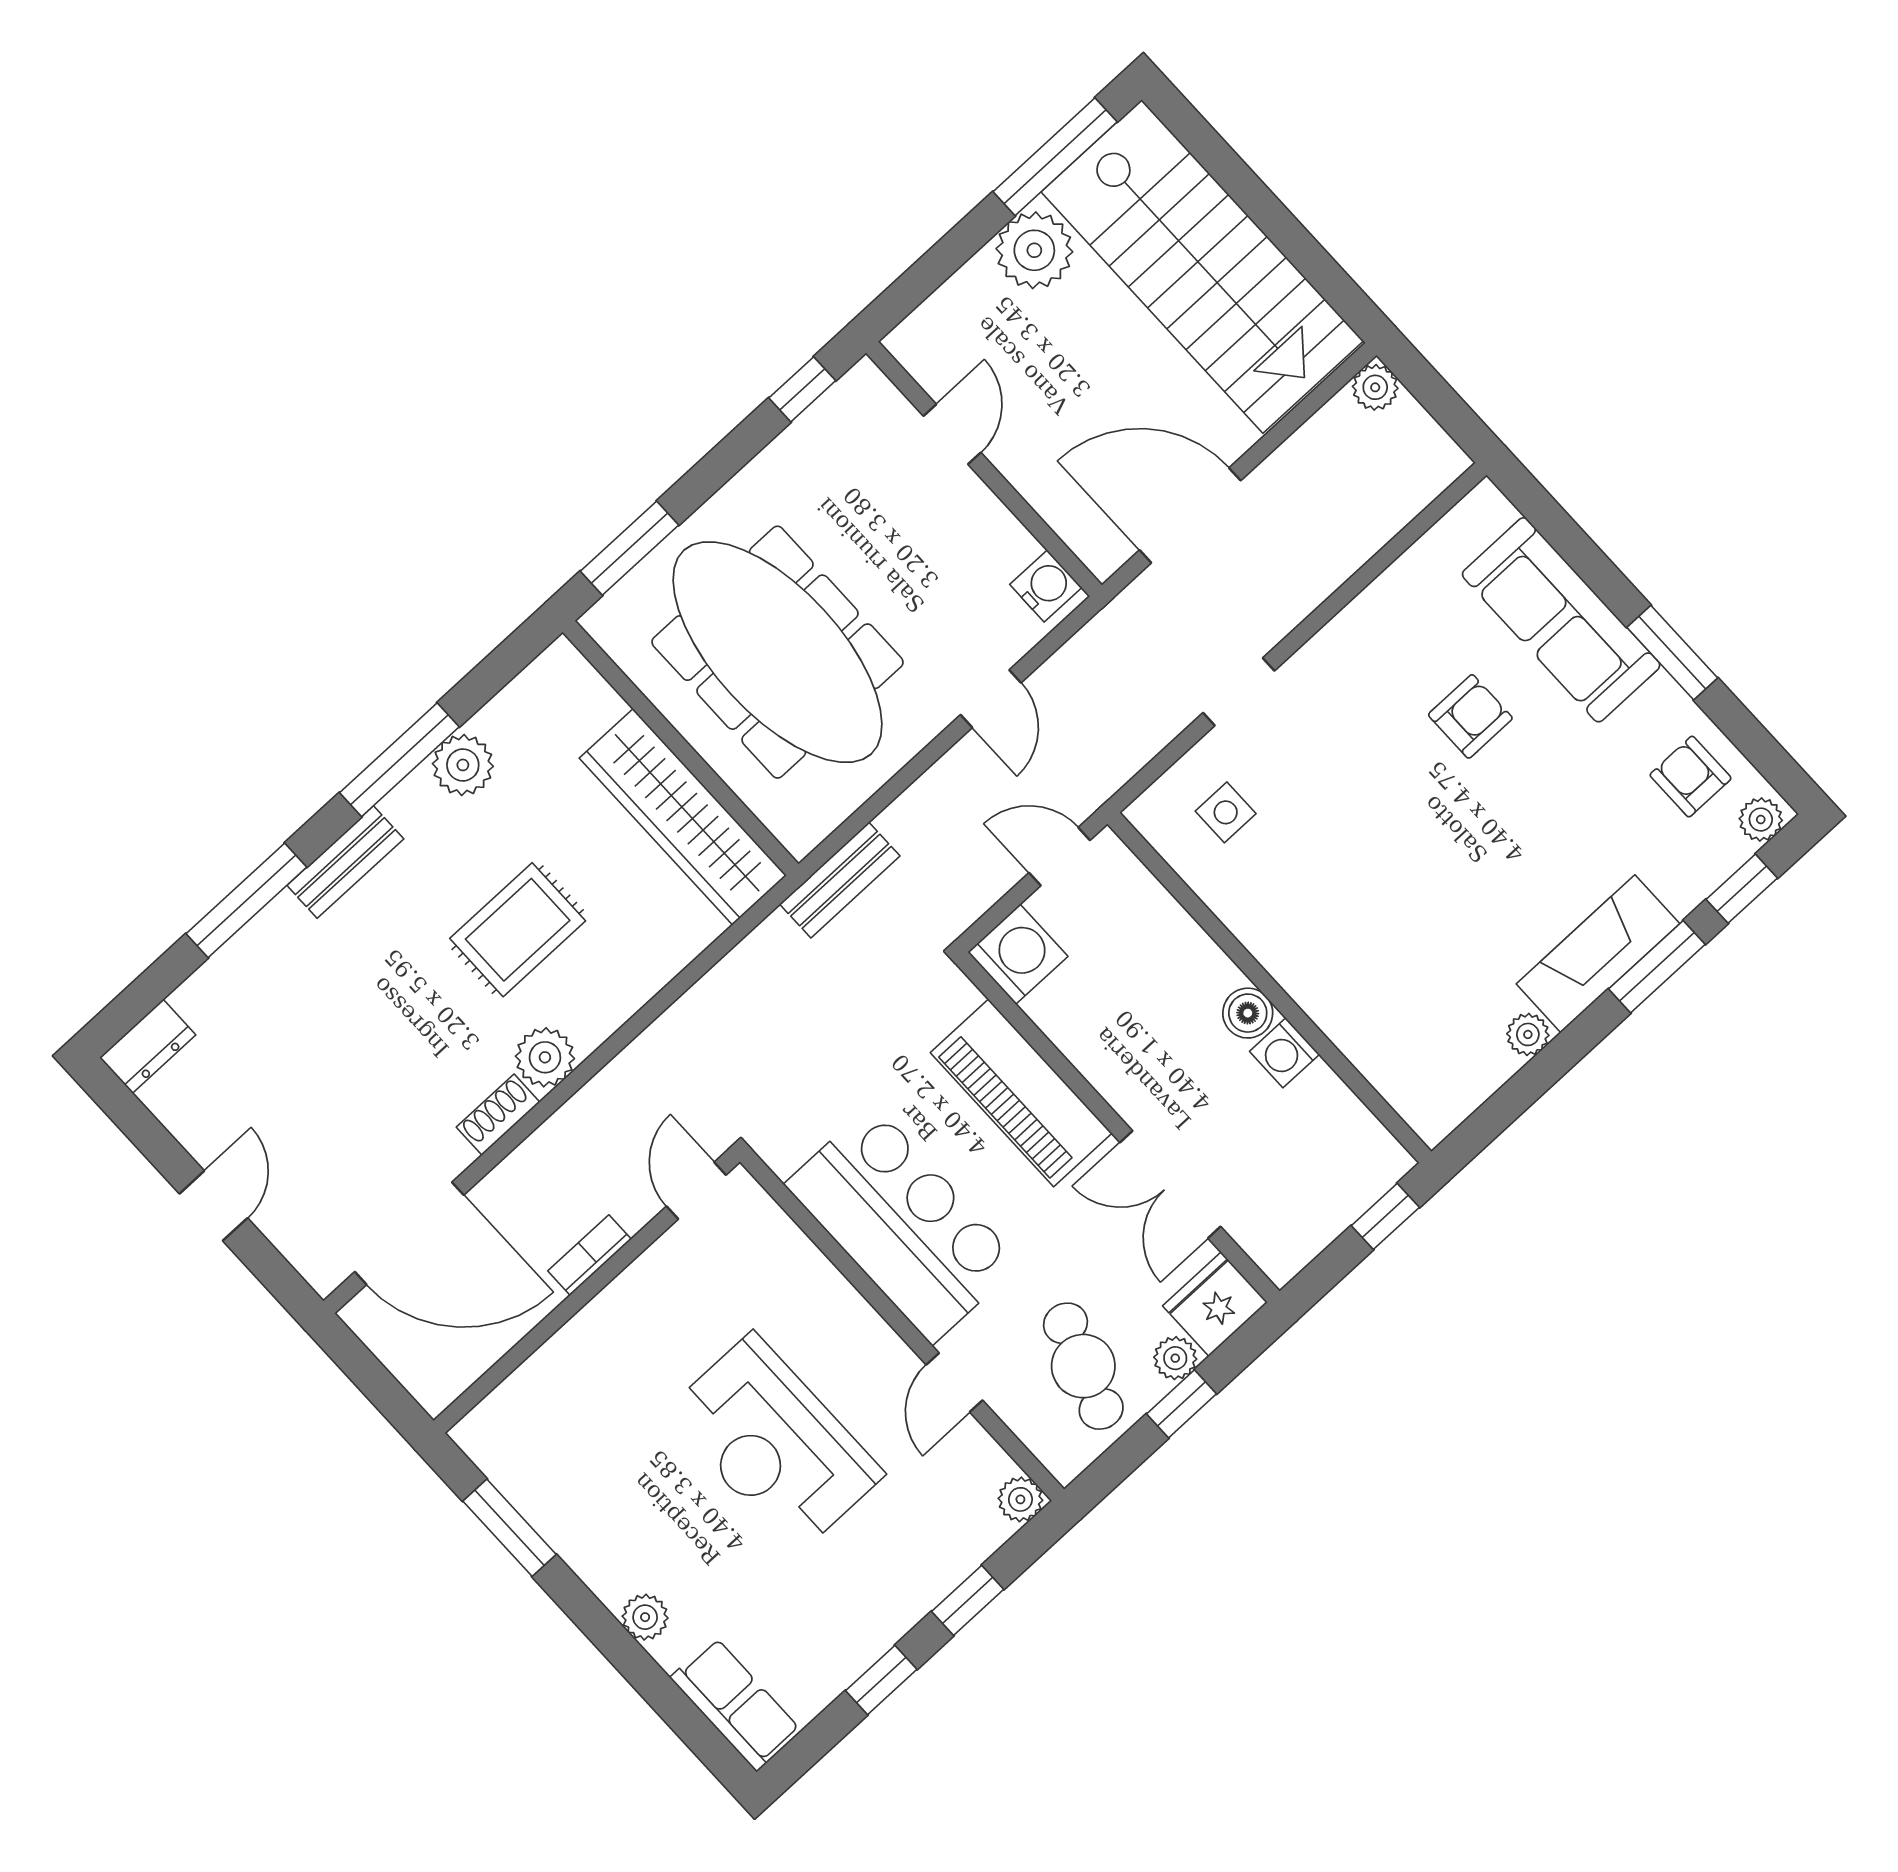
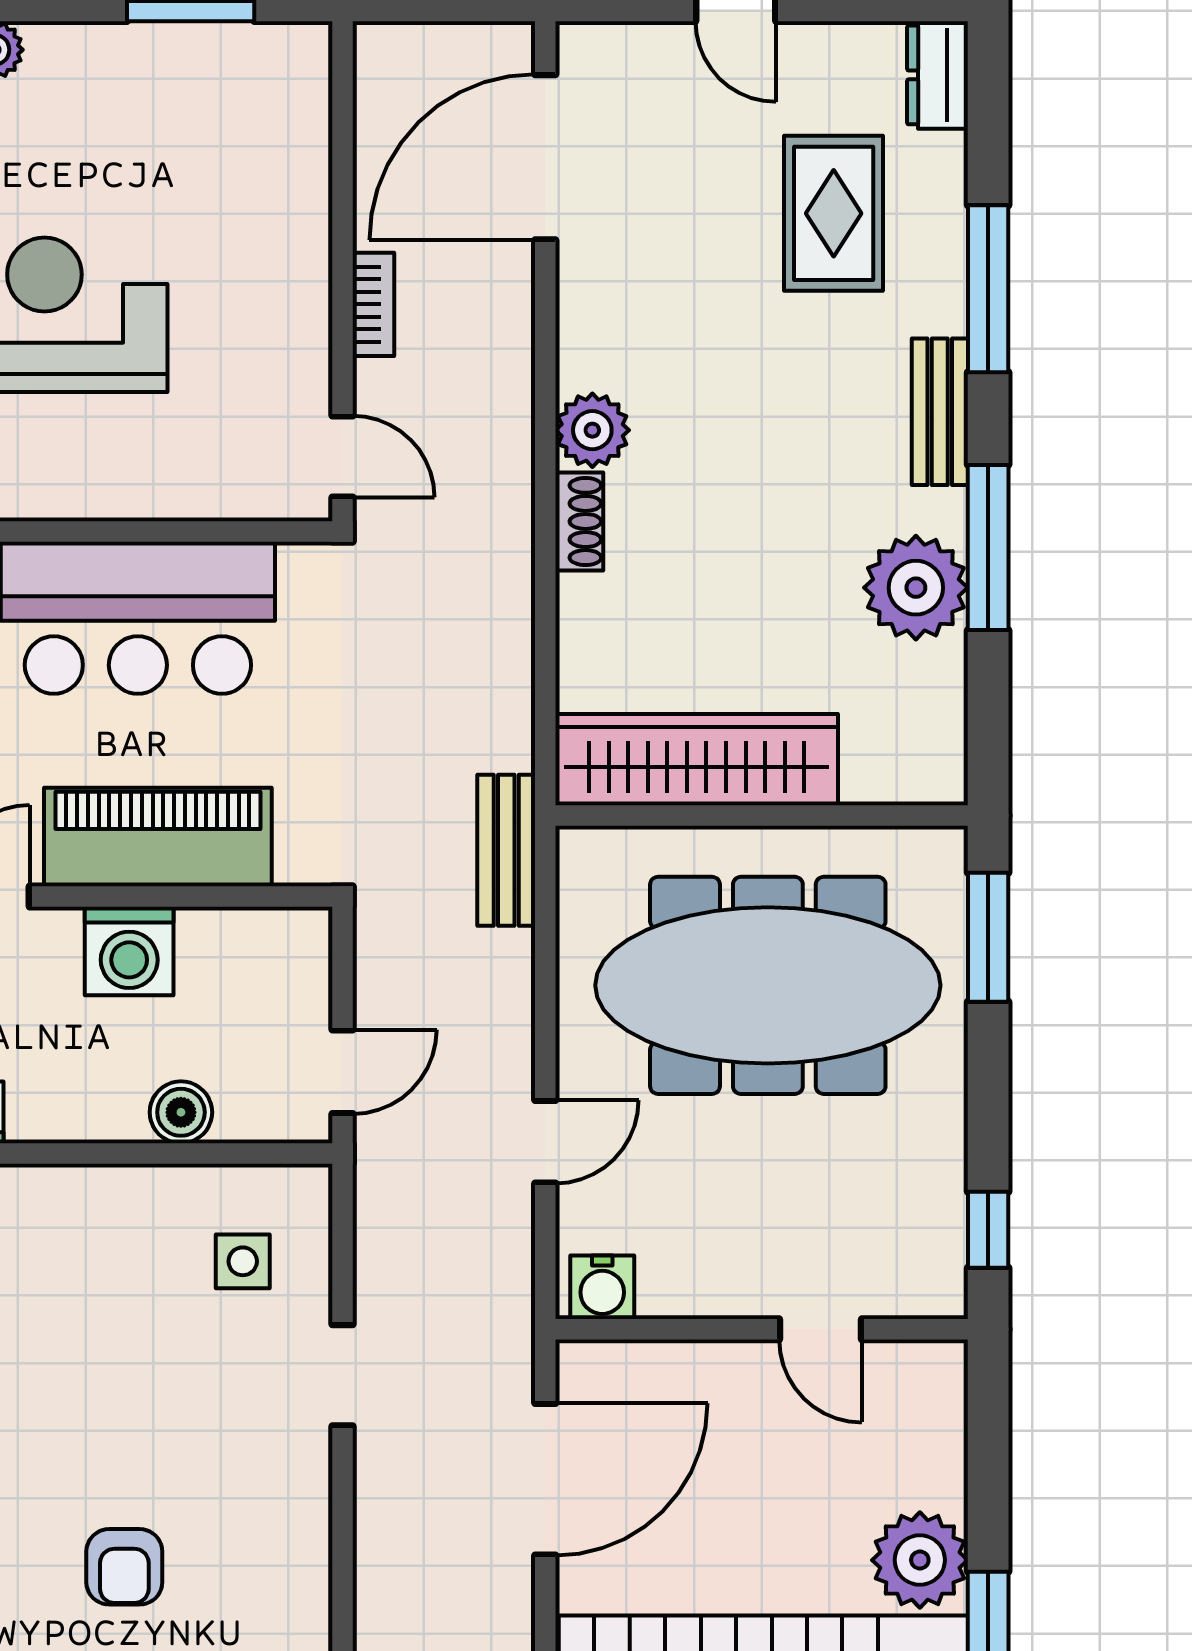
door: (991, 699) -> (545, 1142), swing flipped
plant: (463, 765) -> (916, 588), width x1.36, depth x1.36
rug: (518, 930) -> (834, 213), moved
washing machine: (1018, 954) -> (129, 951), moved
boiler: (1248, 1013) -> (181, 1112), moved
shoe rack: (498, 1115) -> (579, 521), moved

